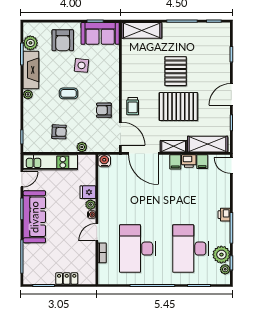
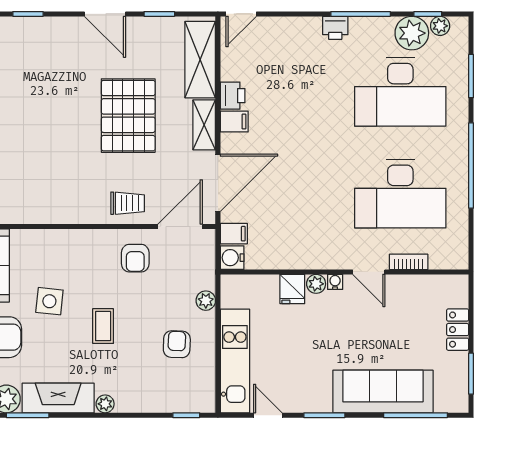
pallet: (176, 71) -> (60, 121), removed
filing cabinet: (202, 162) -> (234, 234), moved
sofa: (34, 217) -> (383, 392), moved

